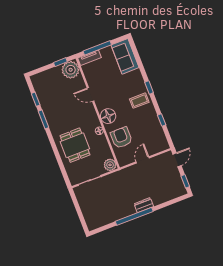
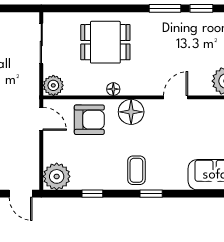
plant: (160, 143) -> (57, 176), added
door: (143, 160) -> (41, 119), moved

